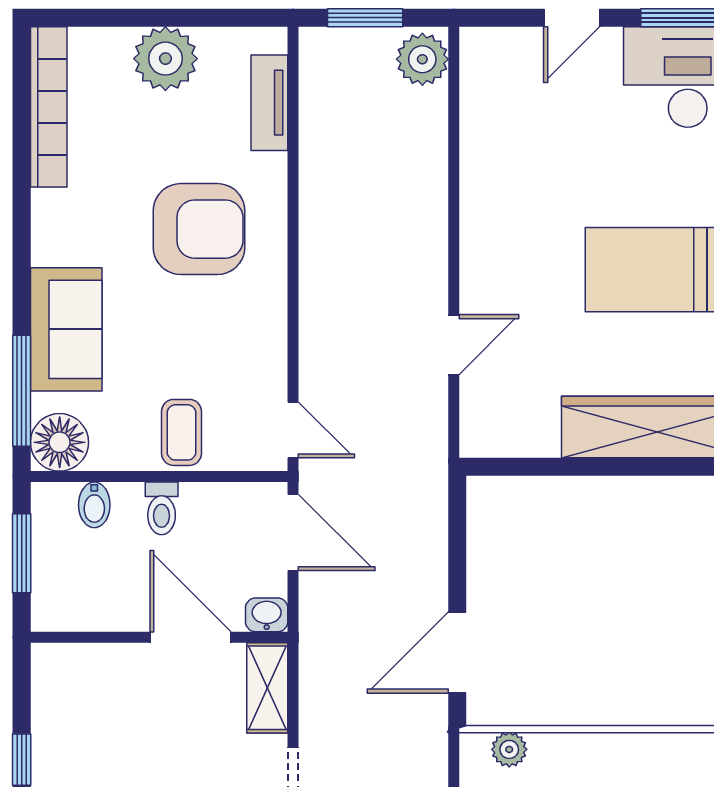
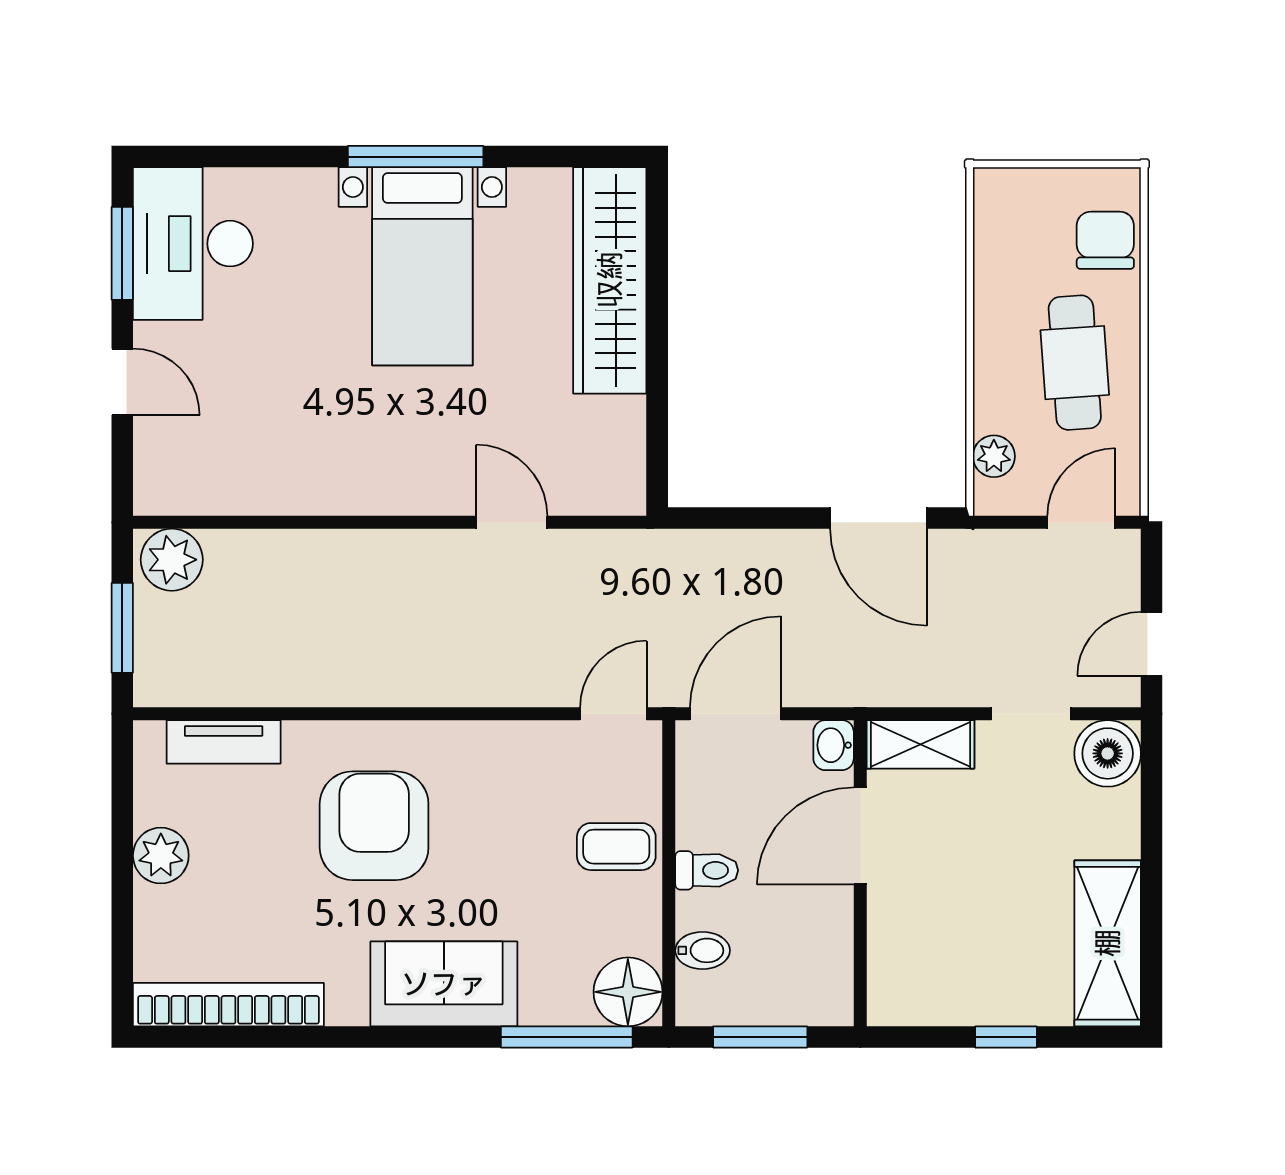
plant: (165, 59) -> (161, 856), width x0.73, depth x0.73
sofa: (66, 329) -> (444, 984), moved

